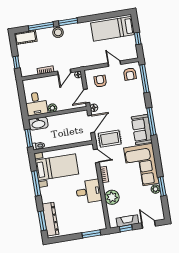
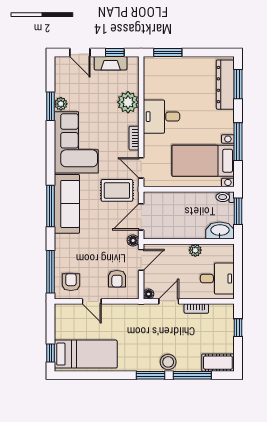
window: (138, 38) -> (50, 353), moved
desk: (36, 104) -> (217, 279), moved, turned 90
sofa: (142, 130) -> (67, 204), width x1.36

